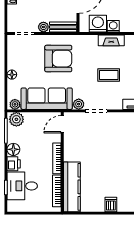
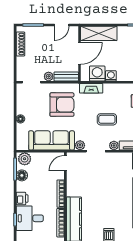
fireplace: (111, 40) -> (91, 88), moved
plant: (15, 104) -> (114, 145), moved
floor lamp: (13, 149) -> (22, 175), moved

